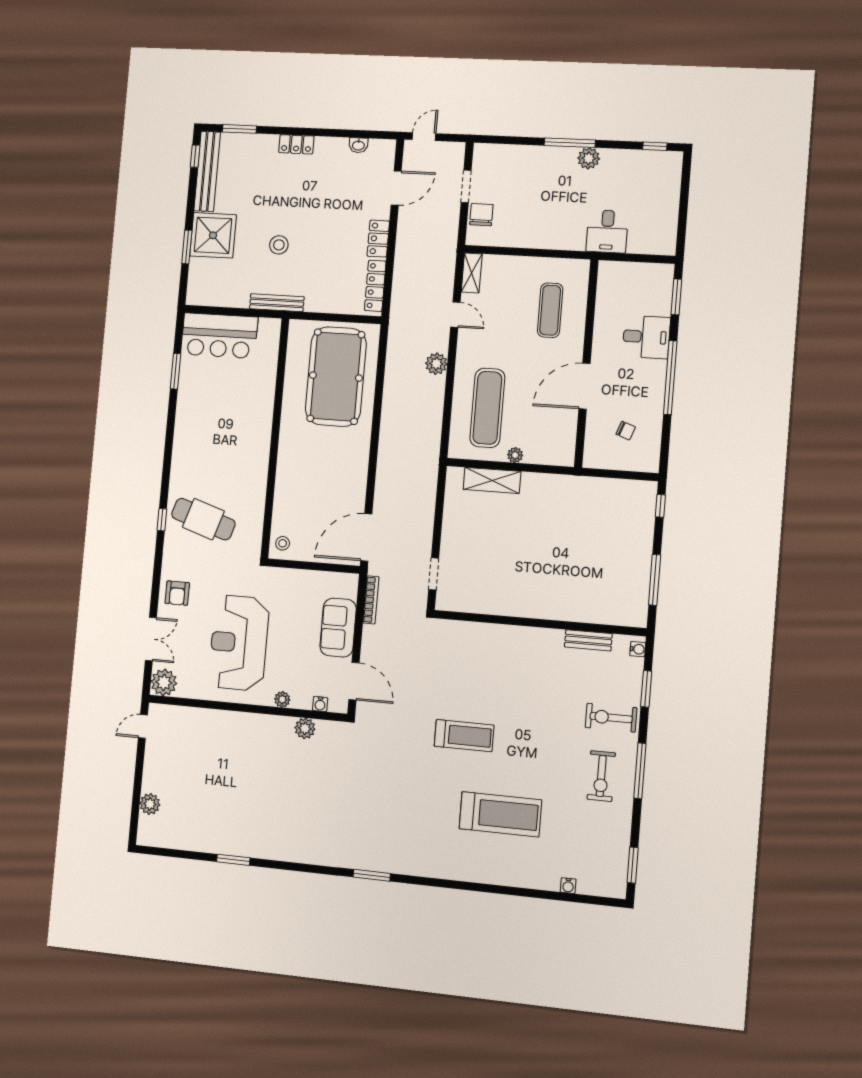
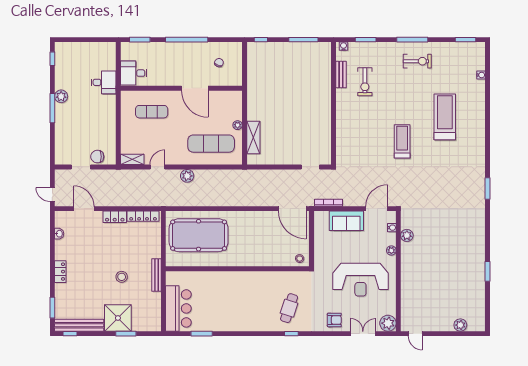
desk: (646, 337) -> (134, 73), moved, turned -90
cafe table: (203, 519) -> (289, 308), width x0.73, depth x0.74
exercise bike: (611, 718) -> (365, 82), moved

